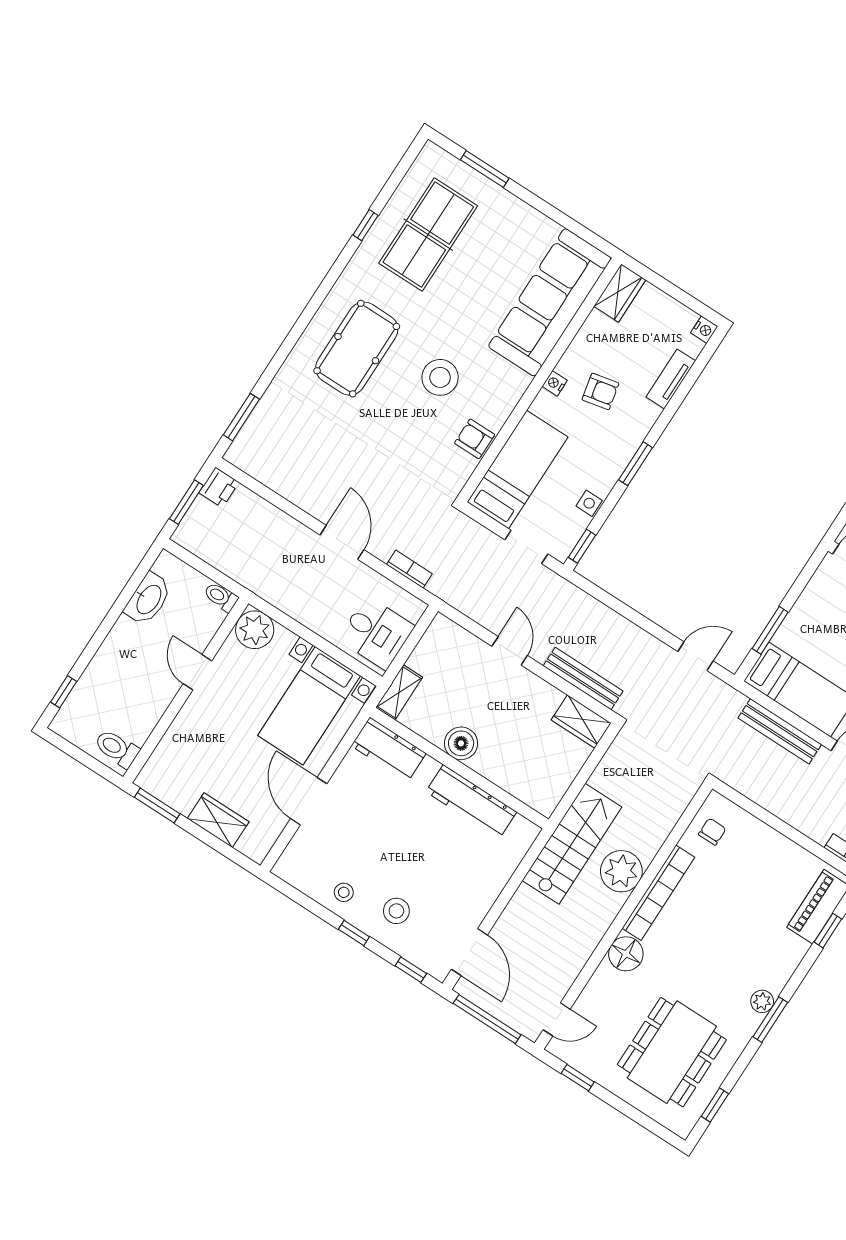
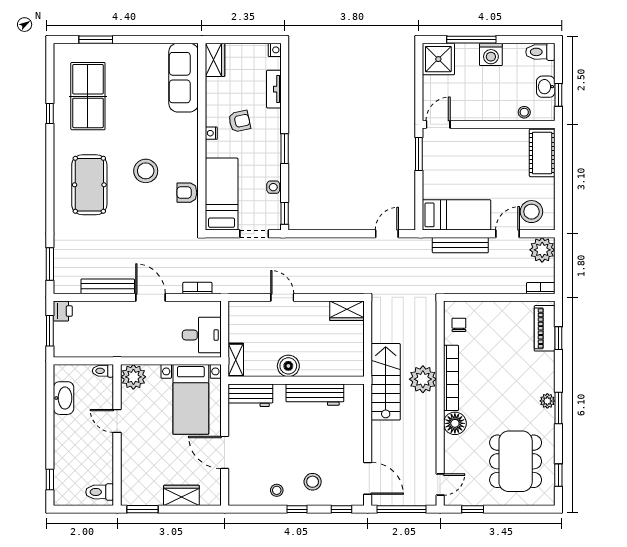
sofa: (550, 302) -> (184, 78), width x0.74, depth x0.79
window: (770, 630) -> (419, 154), moved
bench: (583, 678) -> (108, 286), moved

